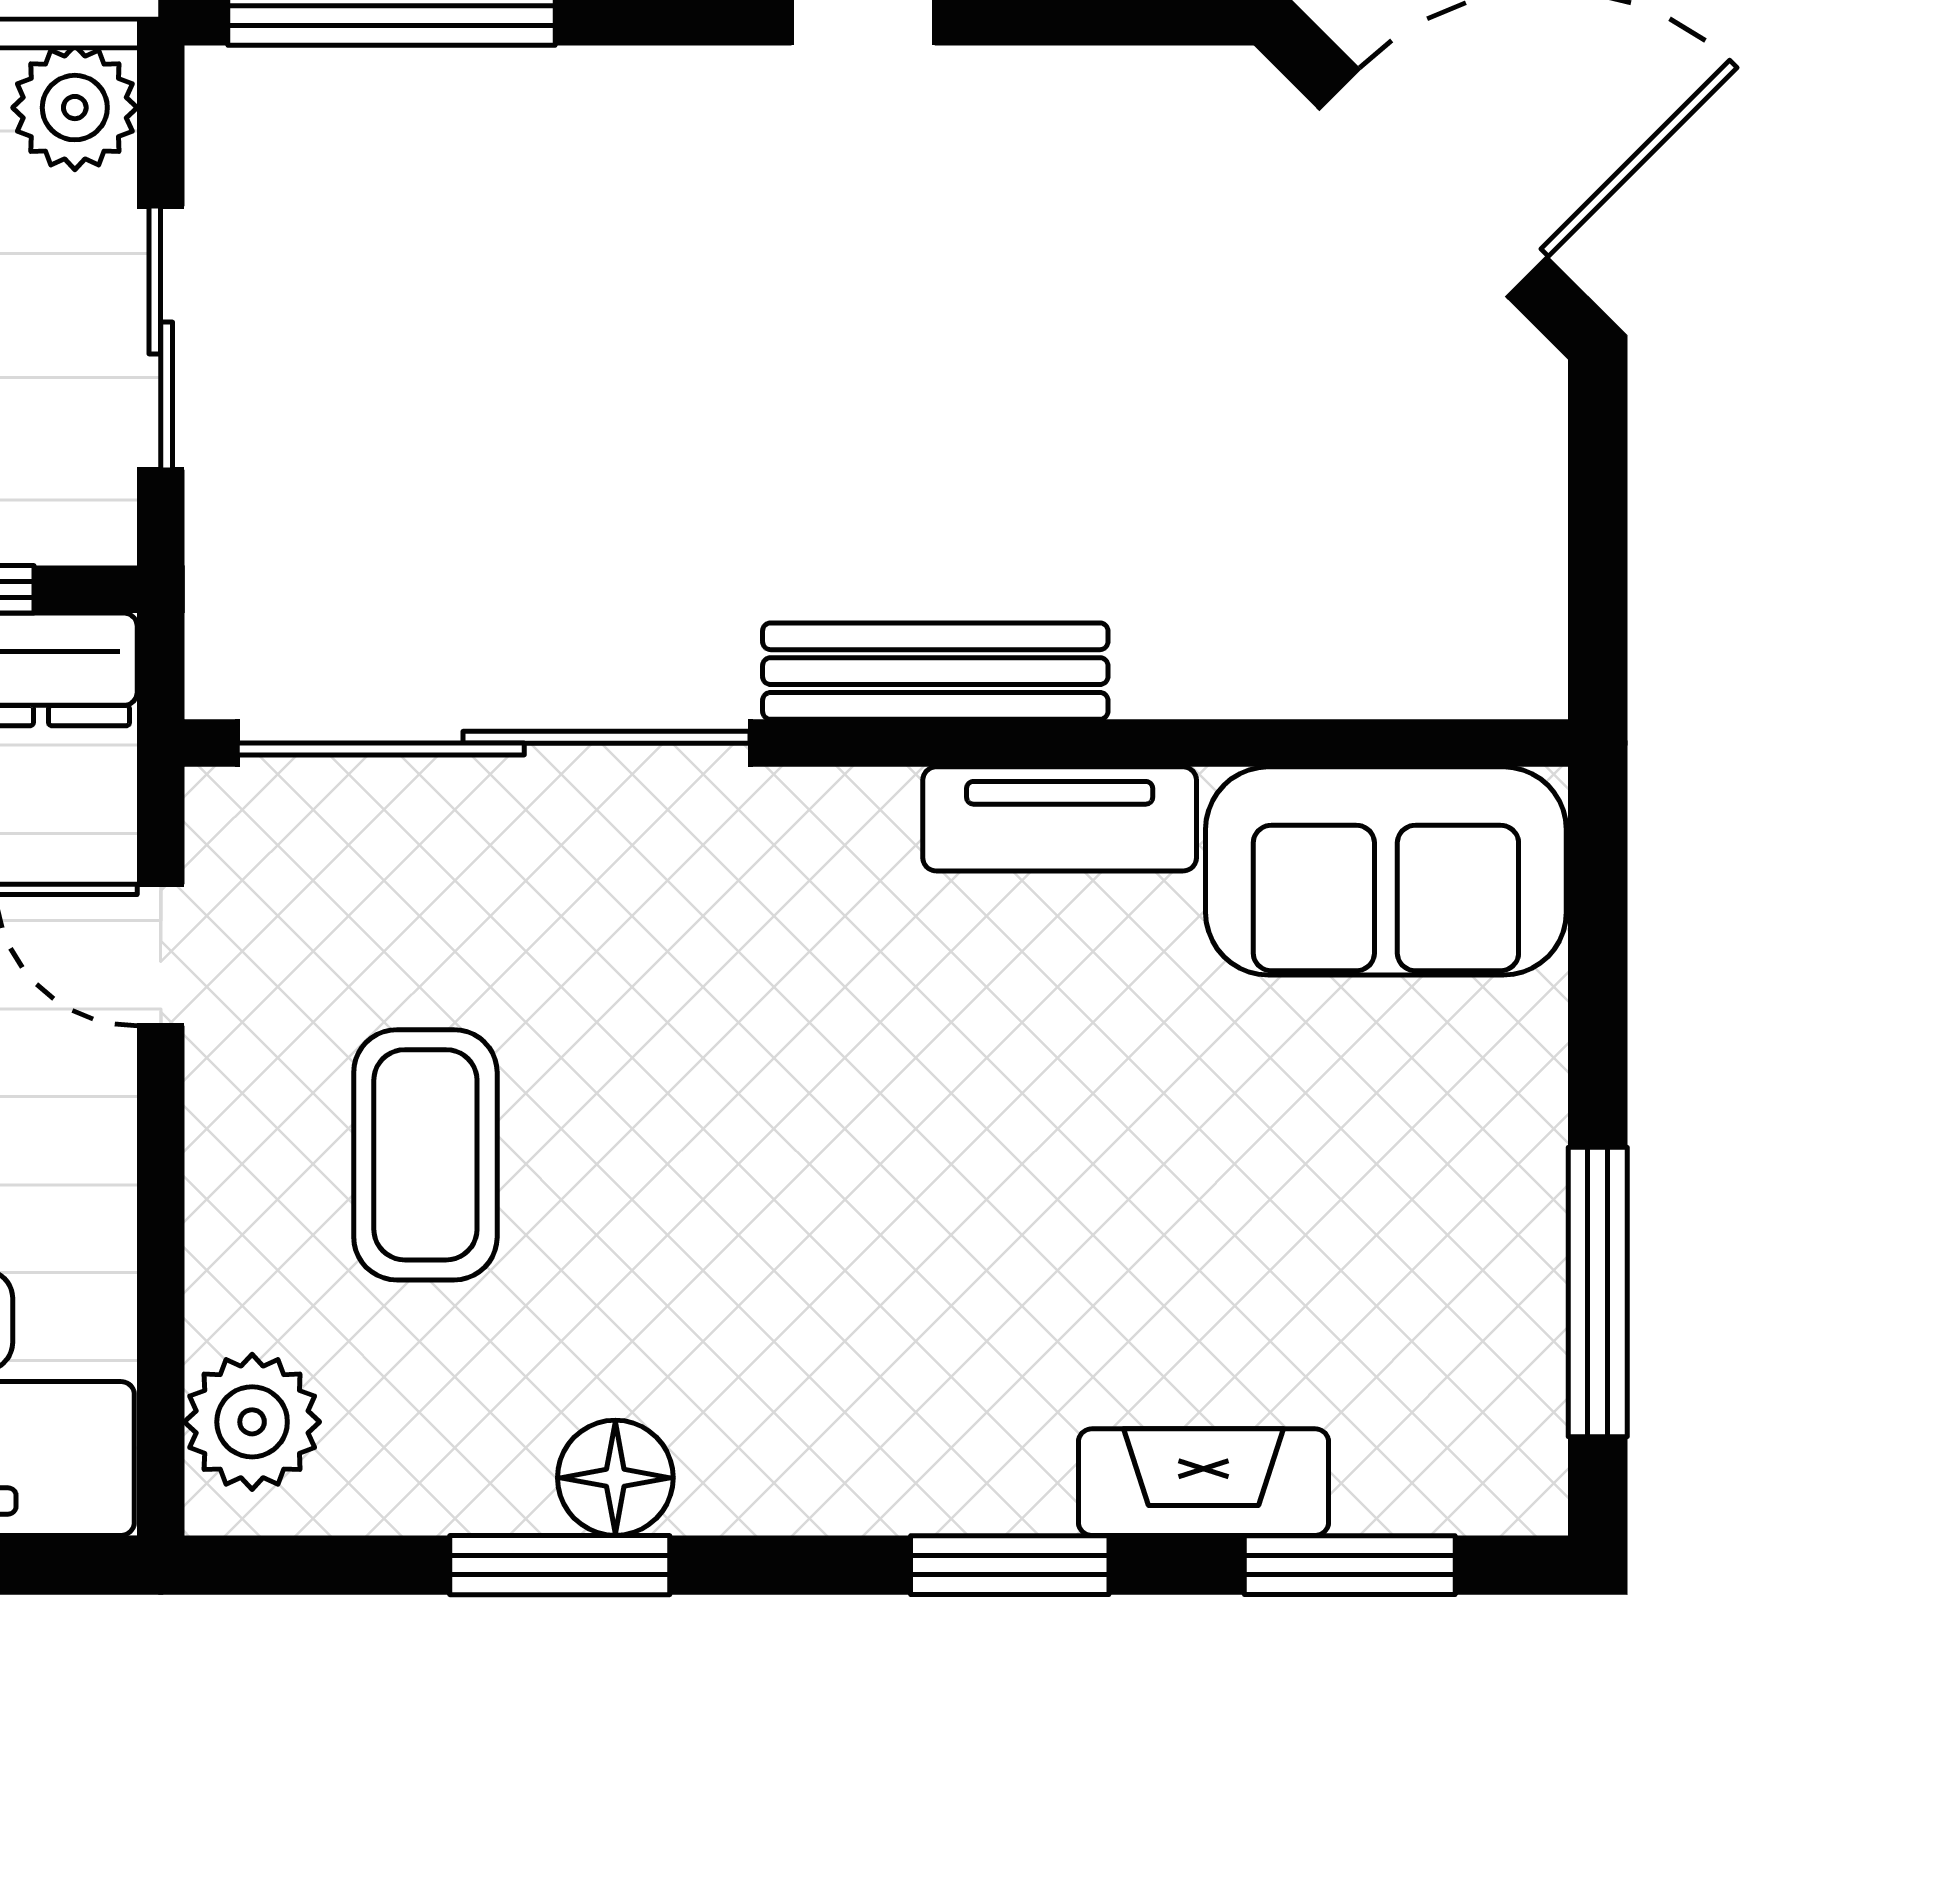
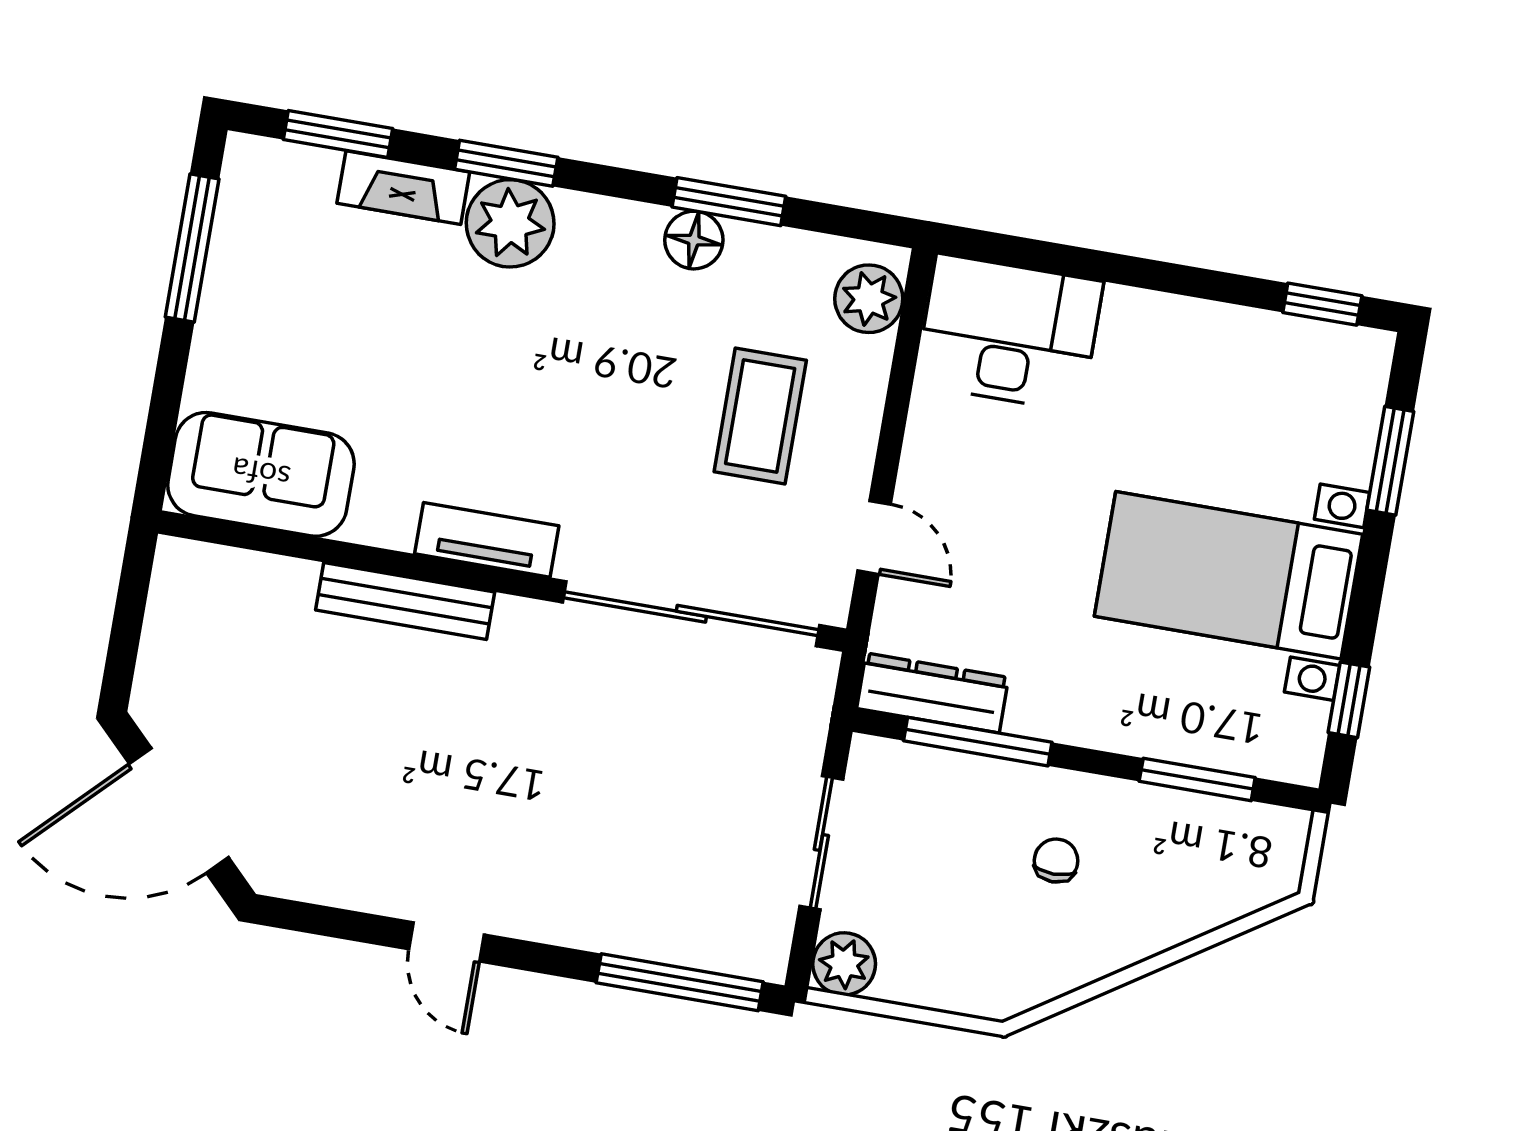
bench: (935, 671) -> (405, 601), moved
tv unit: (1060, 819) -> (487, 540), moved
plant: (982, 1448) -> (510, 223), added

